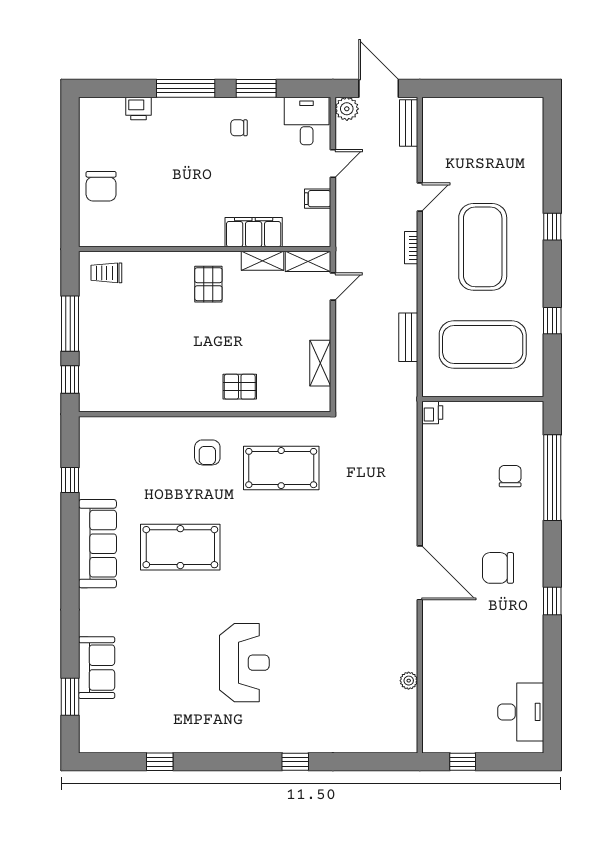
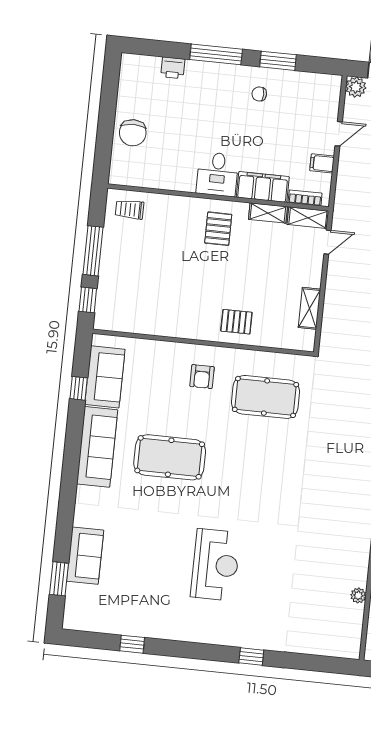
desk: (307, 121) -> (217, 174), moved, turned 180
bookcase: (302, 239) -> (305, 198), added
sofa: (98, 464) -> (105, 377), added

